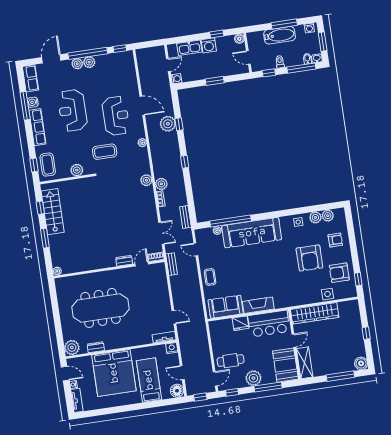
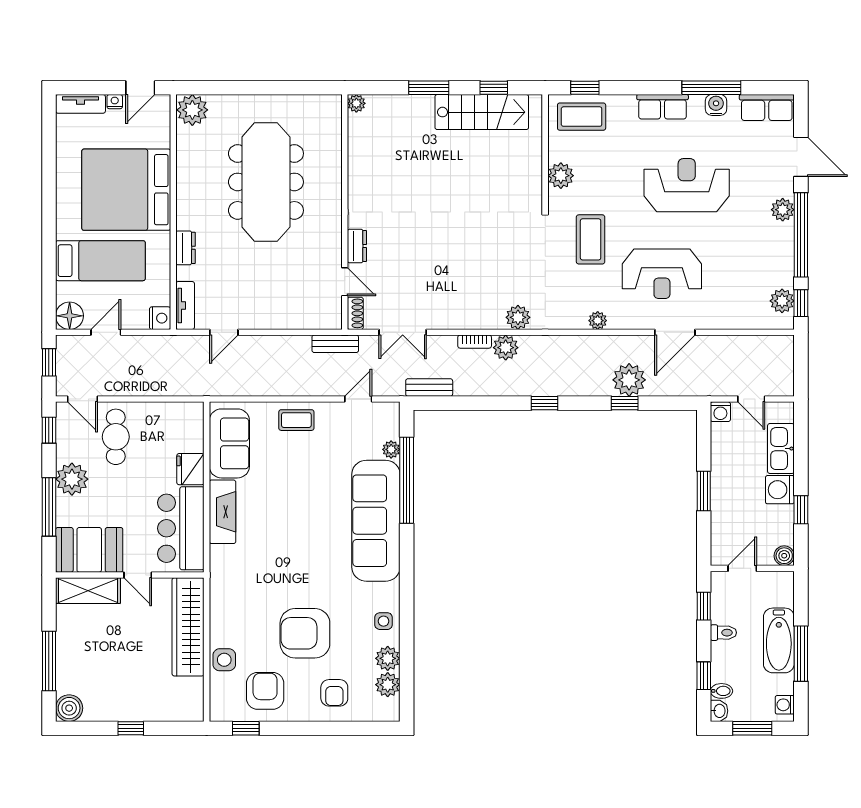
plant: (89, 62) -> (782, 301), moved
window: (301, 68) -> (704, 676), width x0.46
row of seats: (37, 127) -> (663, 107), width x0.68
dresser: (96, 347) -> (186, 248), moved

